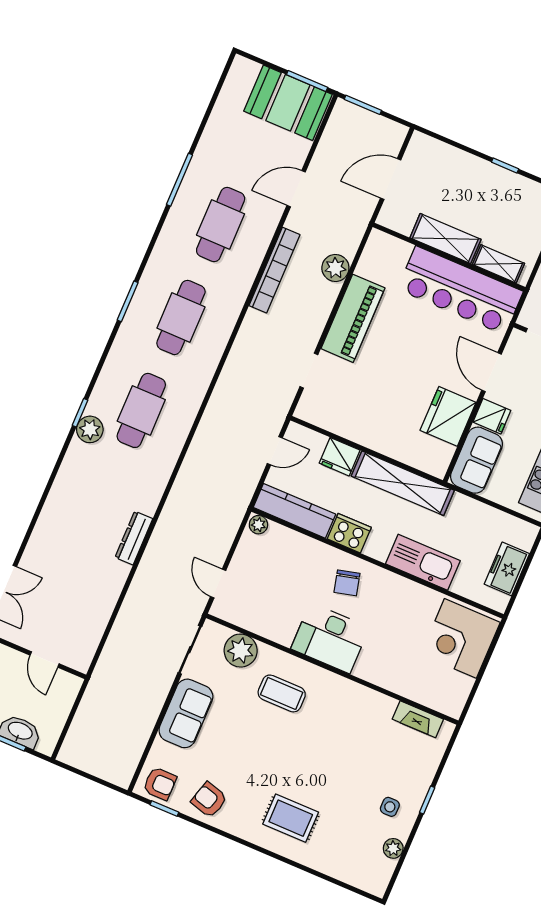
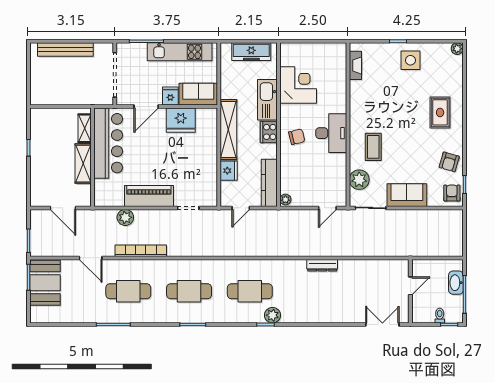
door: (275, 451) -> (241, 208), swing flipped
cooker: (349, 533) -> (269, 132), moved
freezer: (507, 569) -> (251, 52), width x1.40
corner desk: (460, 638) -> (298, 85), moved, turned -90
side table: (390, 807) -> (410, 60), width x1.87, depth x1.87
plant: (393, 848) -> (457, 49), moved

